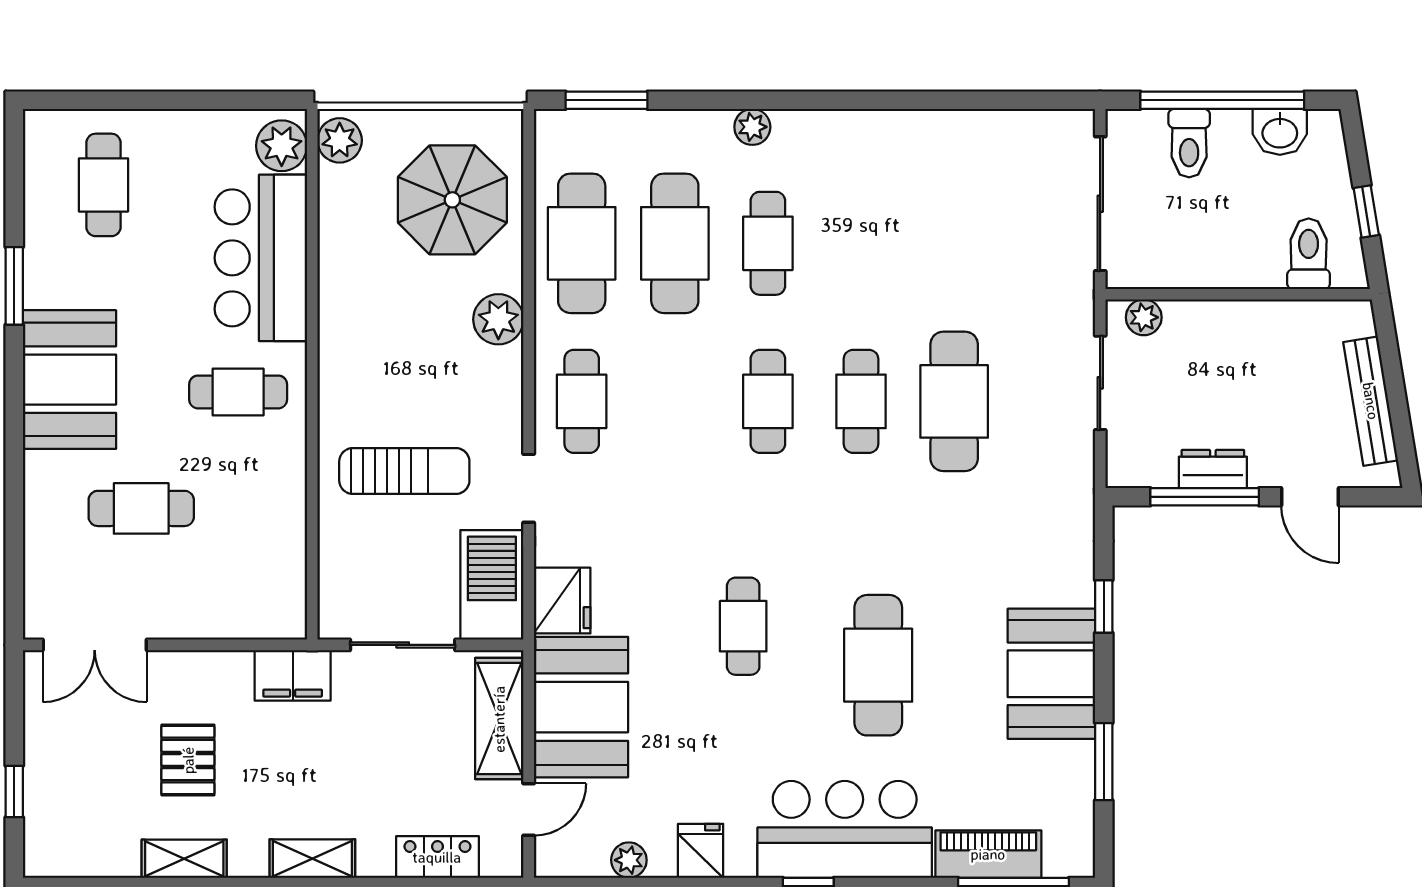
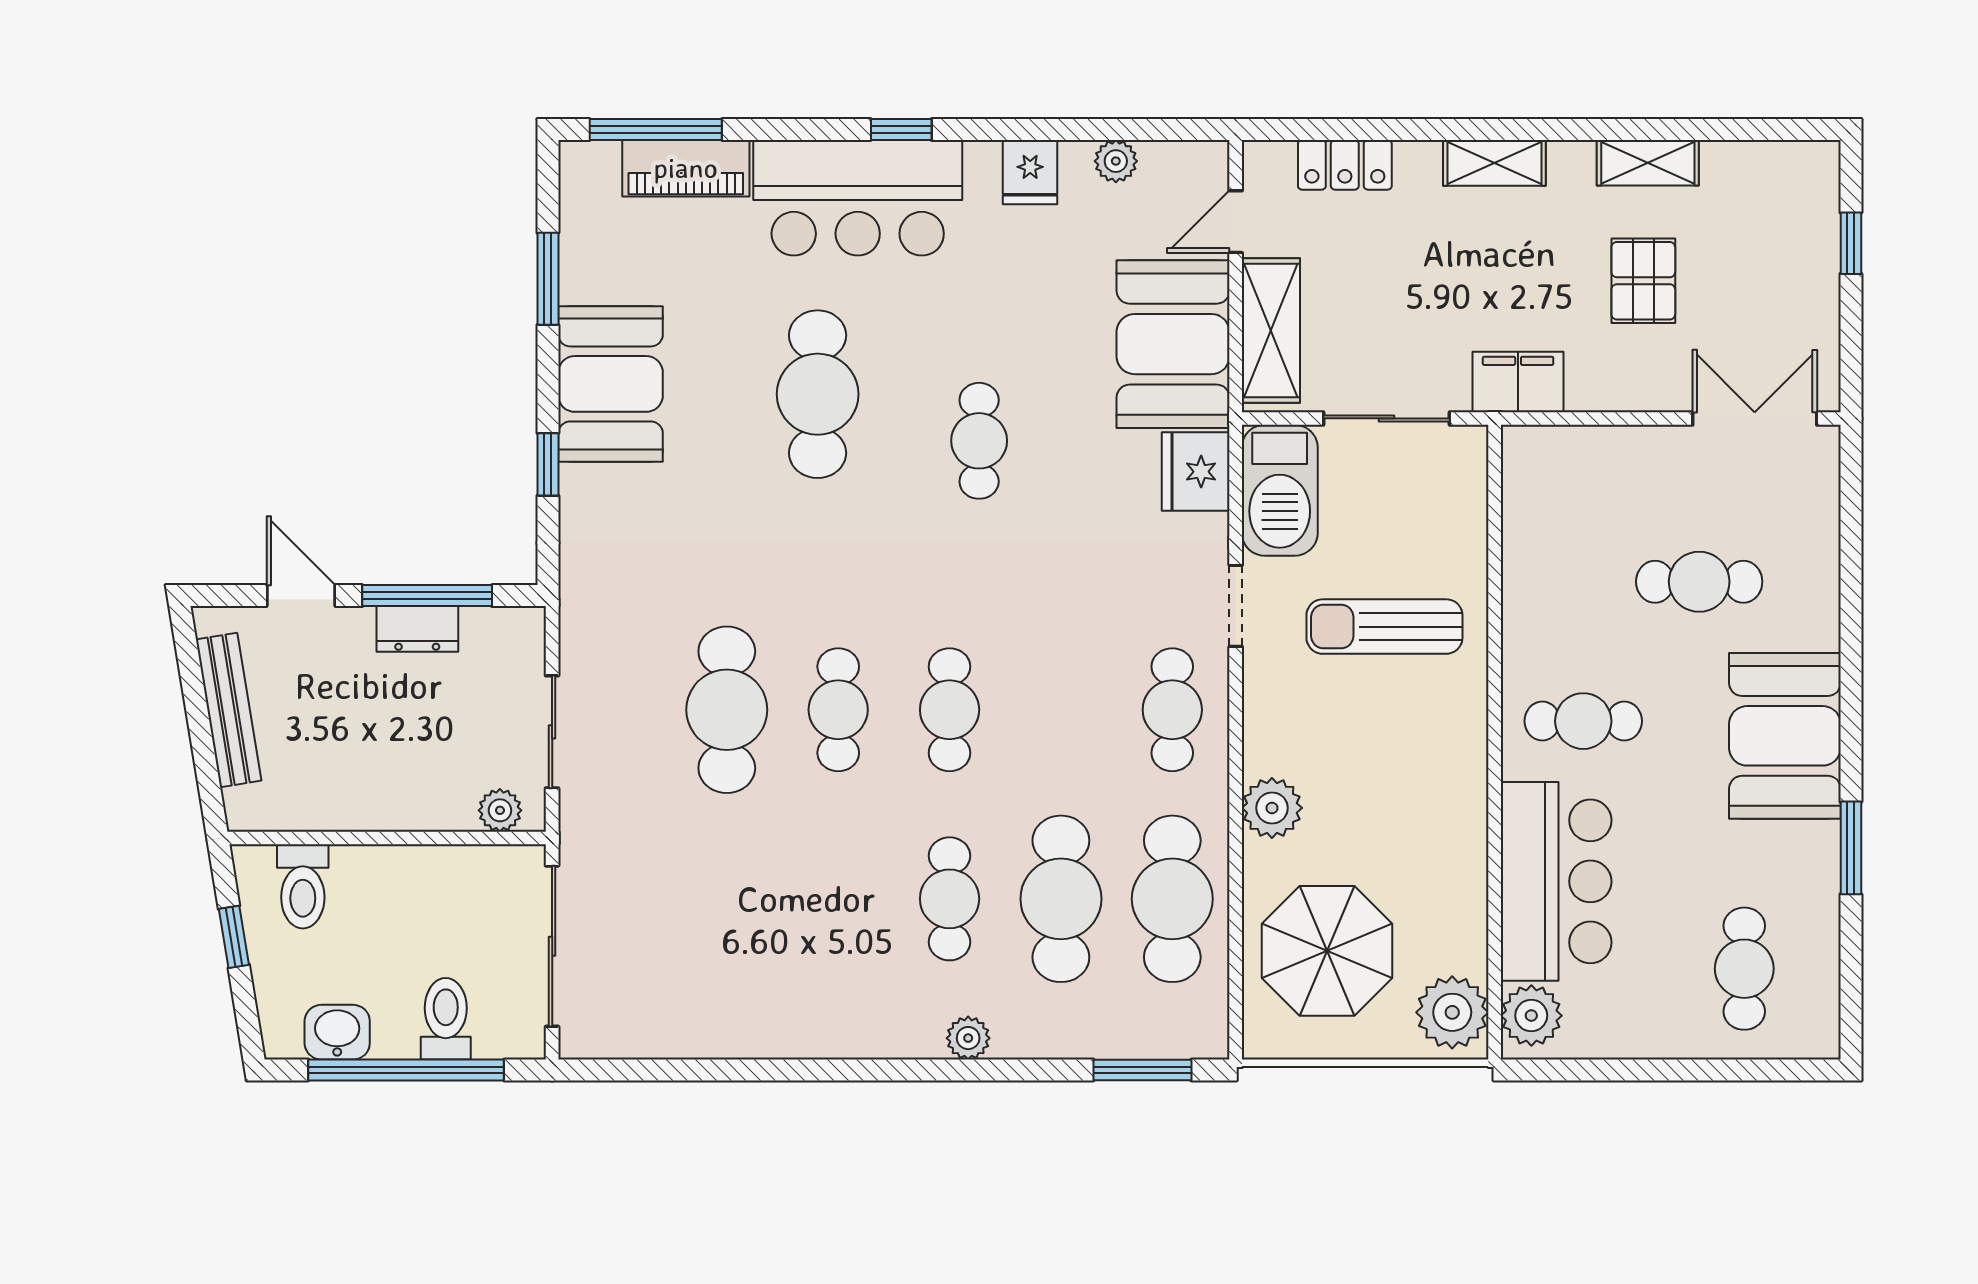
plant: (340, 140) -> (1452, 1012), width x1.36, depth x1.36

